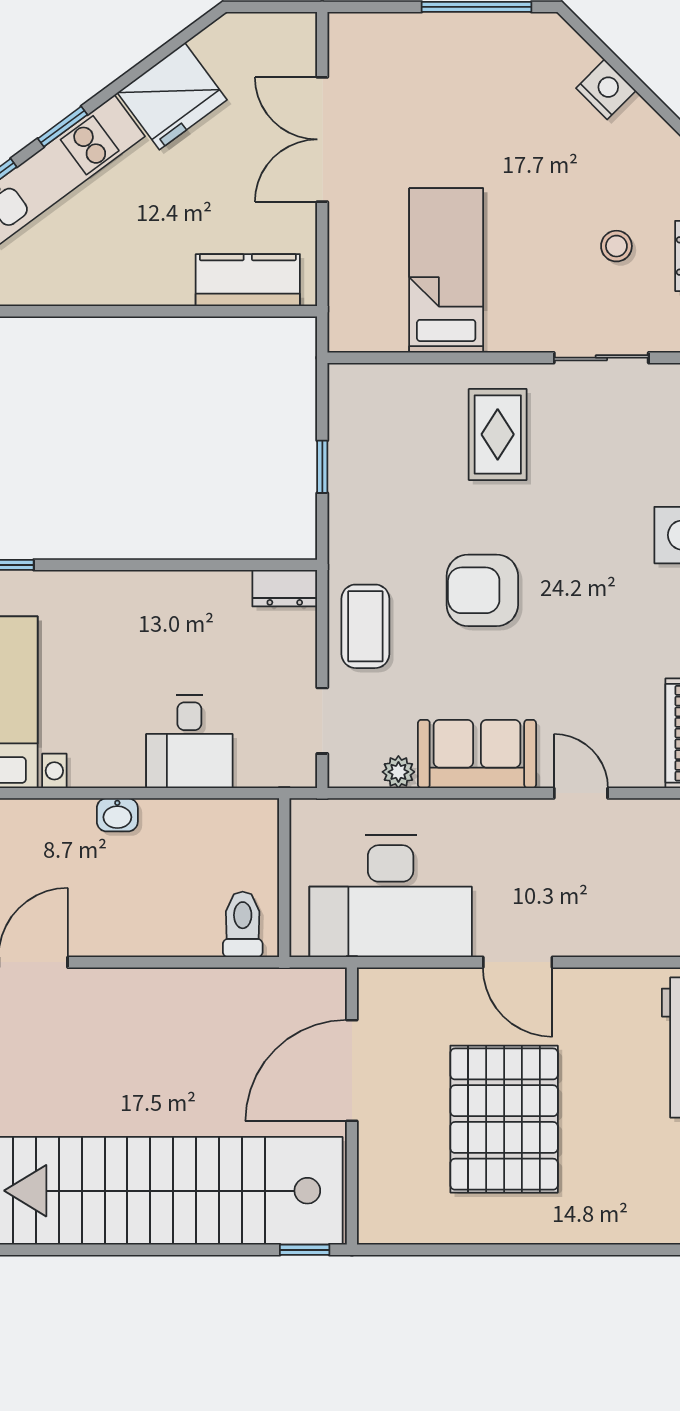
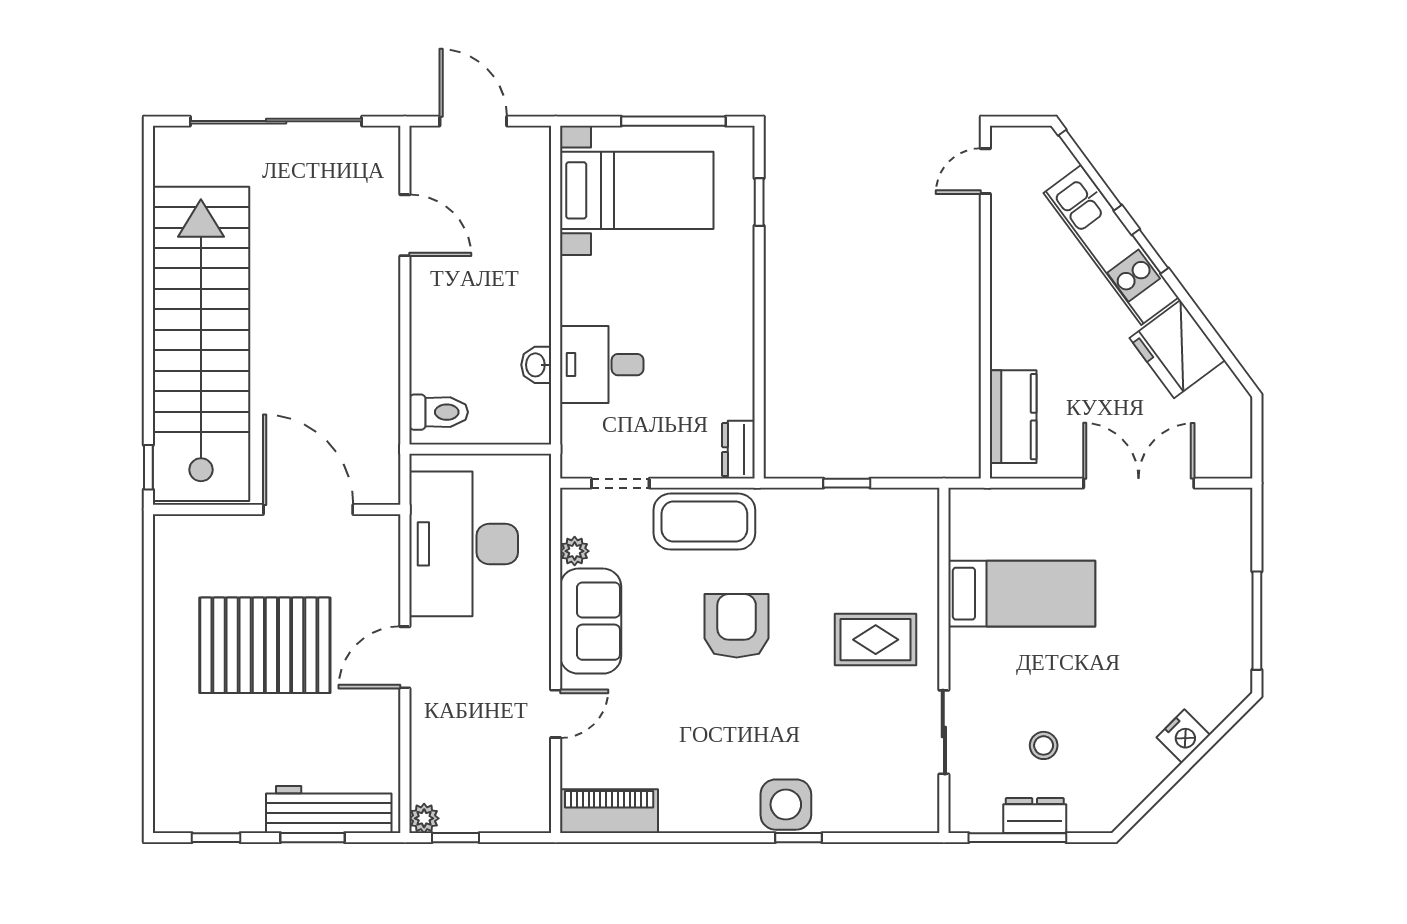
coffee table: (365, 626) -> (704, 522), width x1.36, depth x1.32
washbasin: (117, 815) -> (536, 365), moved

